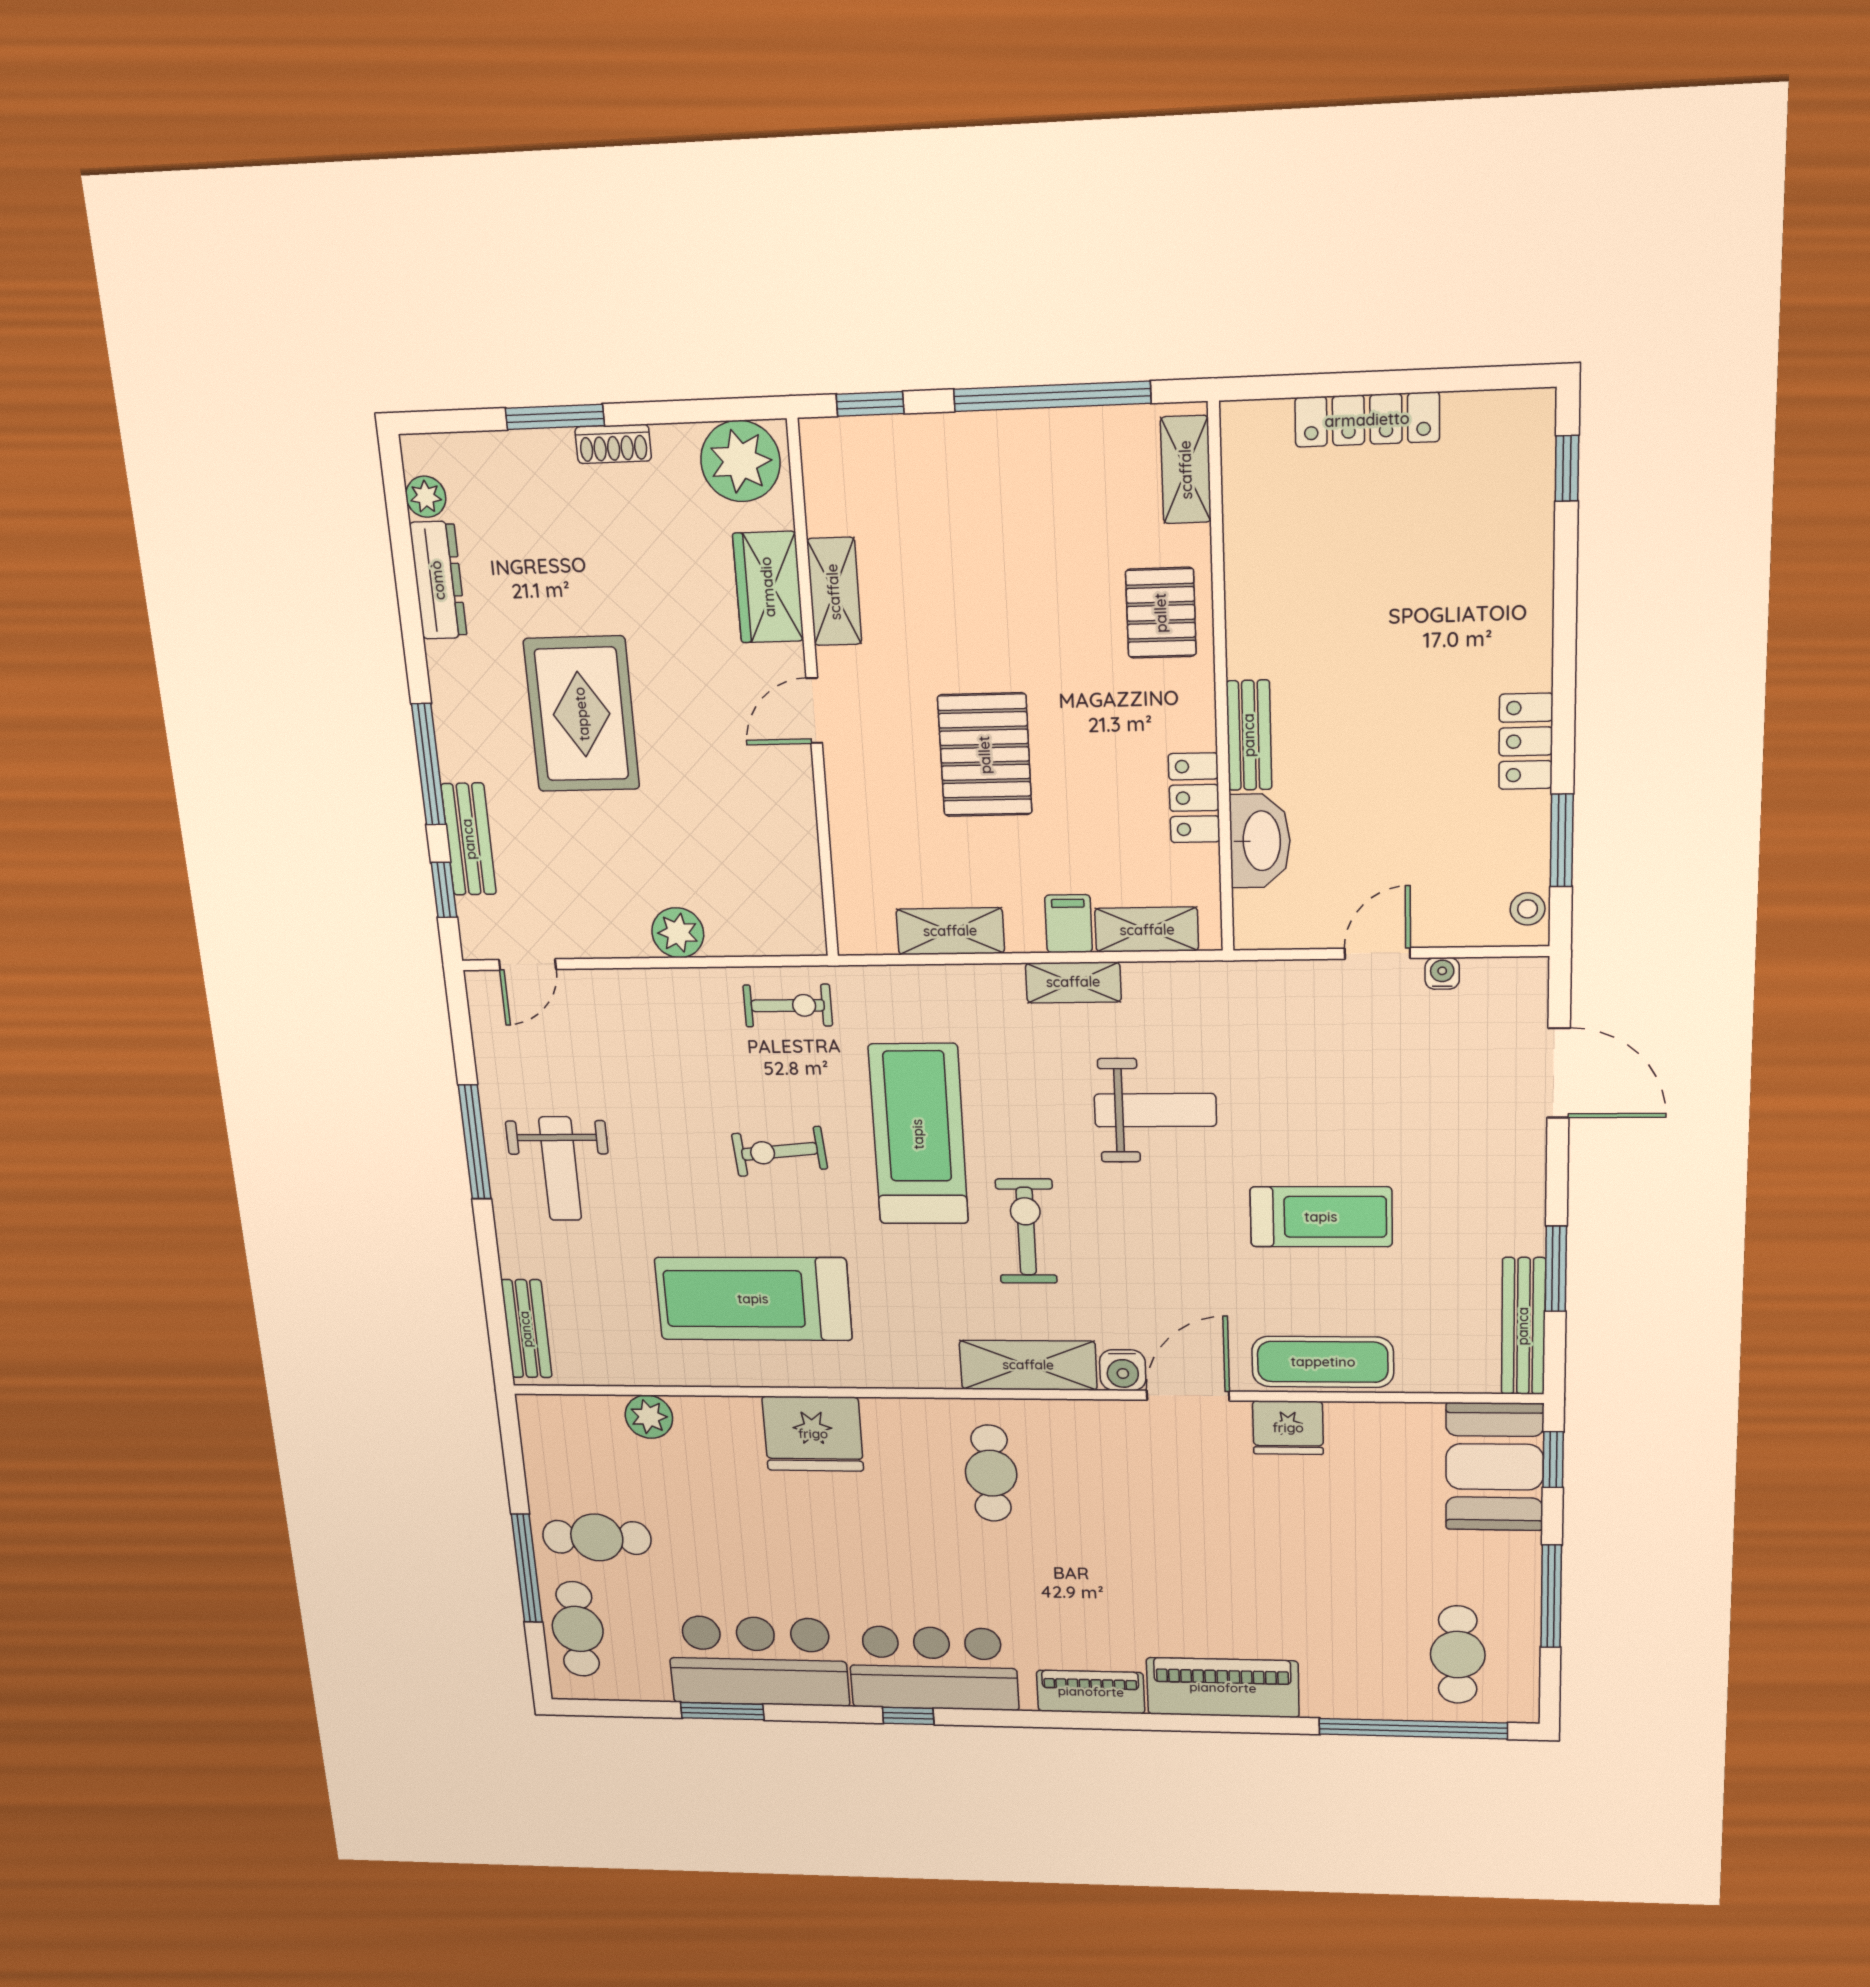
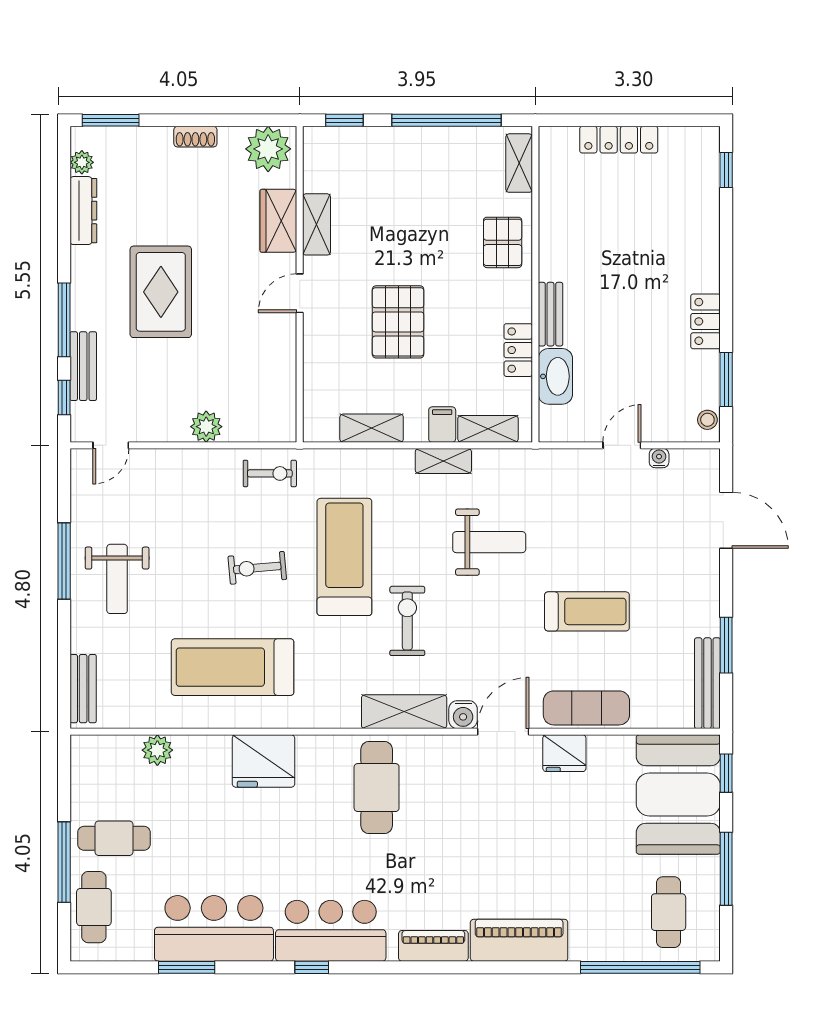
window: (555, 417) -> (111, 120), moved
booth: (1494, 1467) -> (678, 794), width x1.36, depth x1.42
cafe table: (991, 1473) -> (377, 788), width x1.37, depth x1.35

